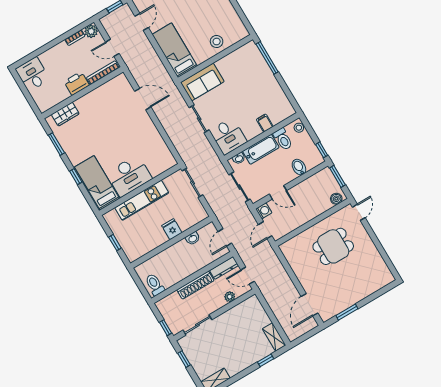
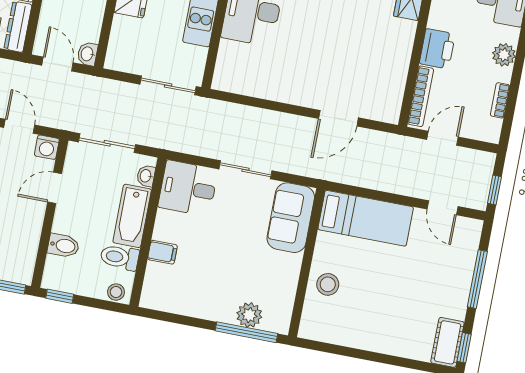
plant: (91, 31) -> (504, 55), moved
plant: (259, 63) -> (249, 315), added
washbasin: (193, 238) -> (87, 54), moved

